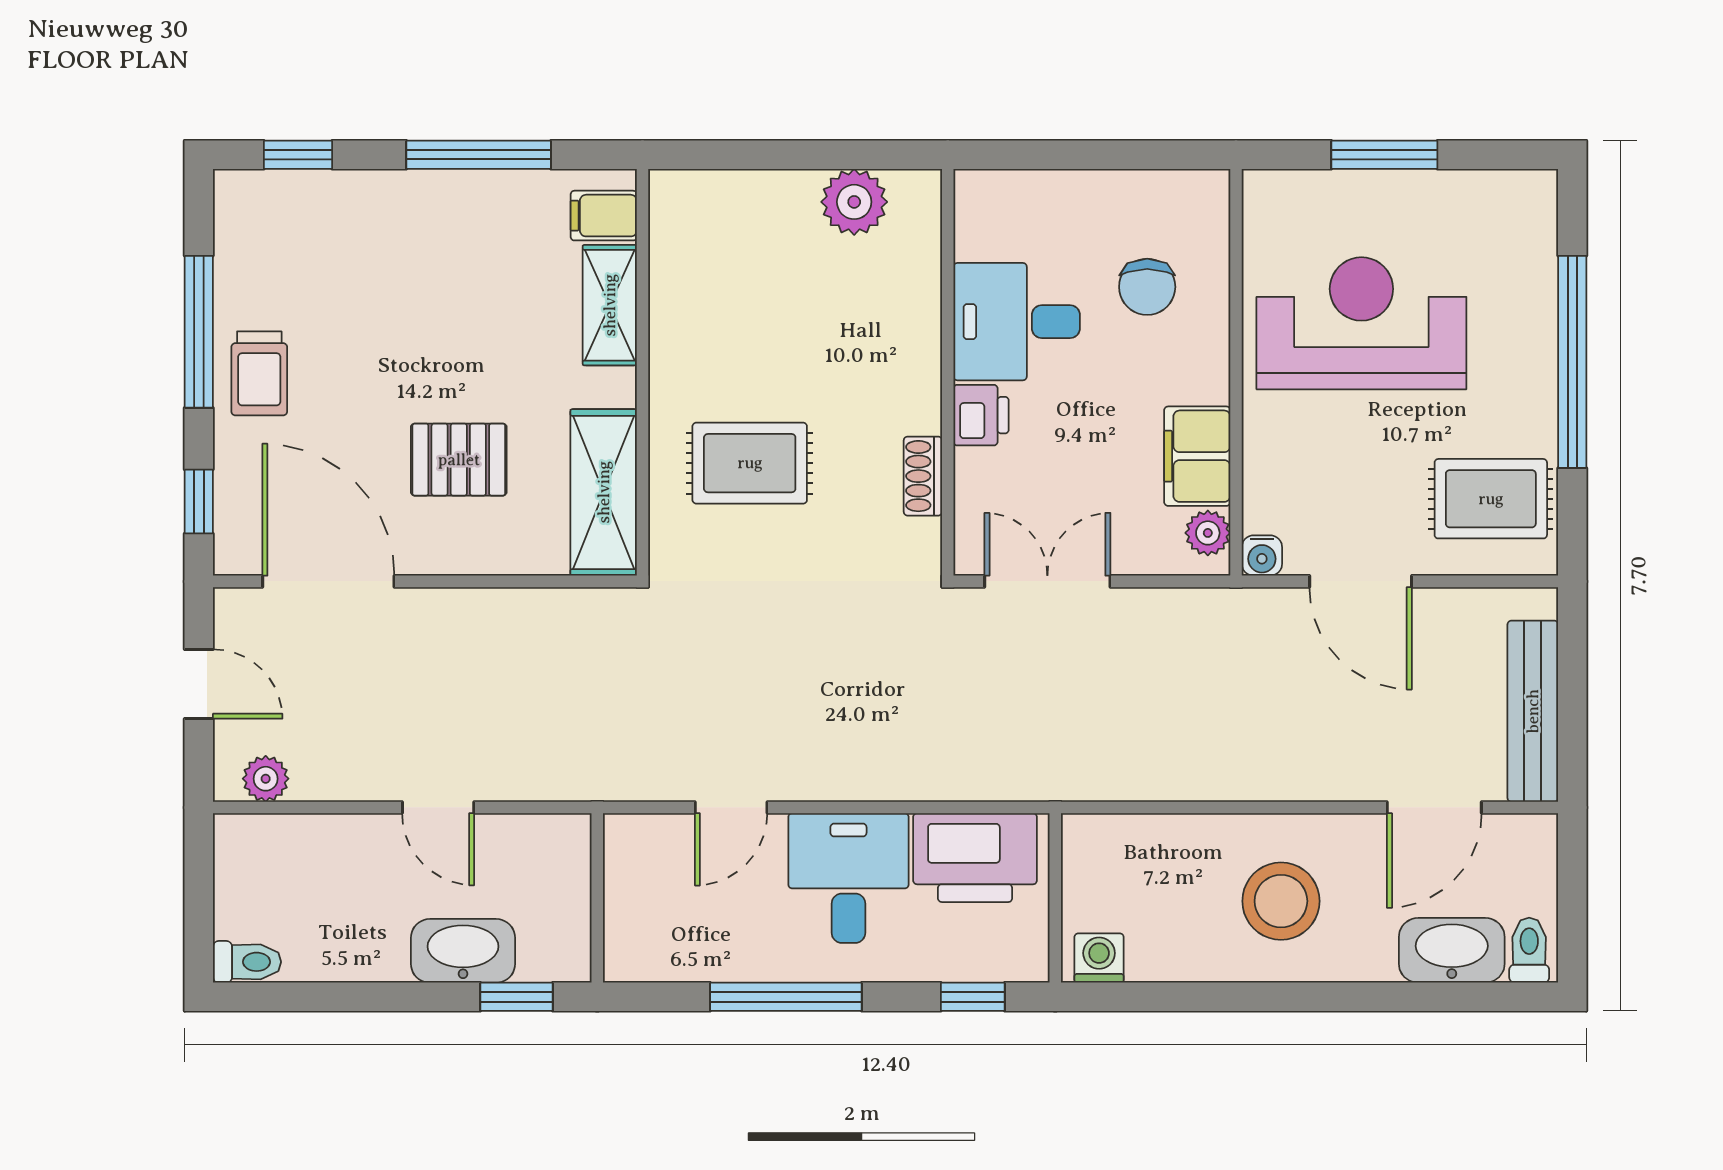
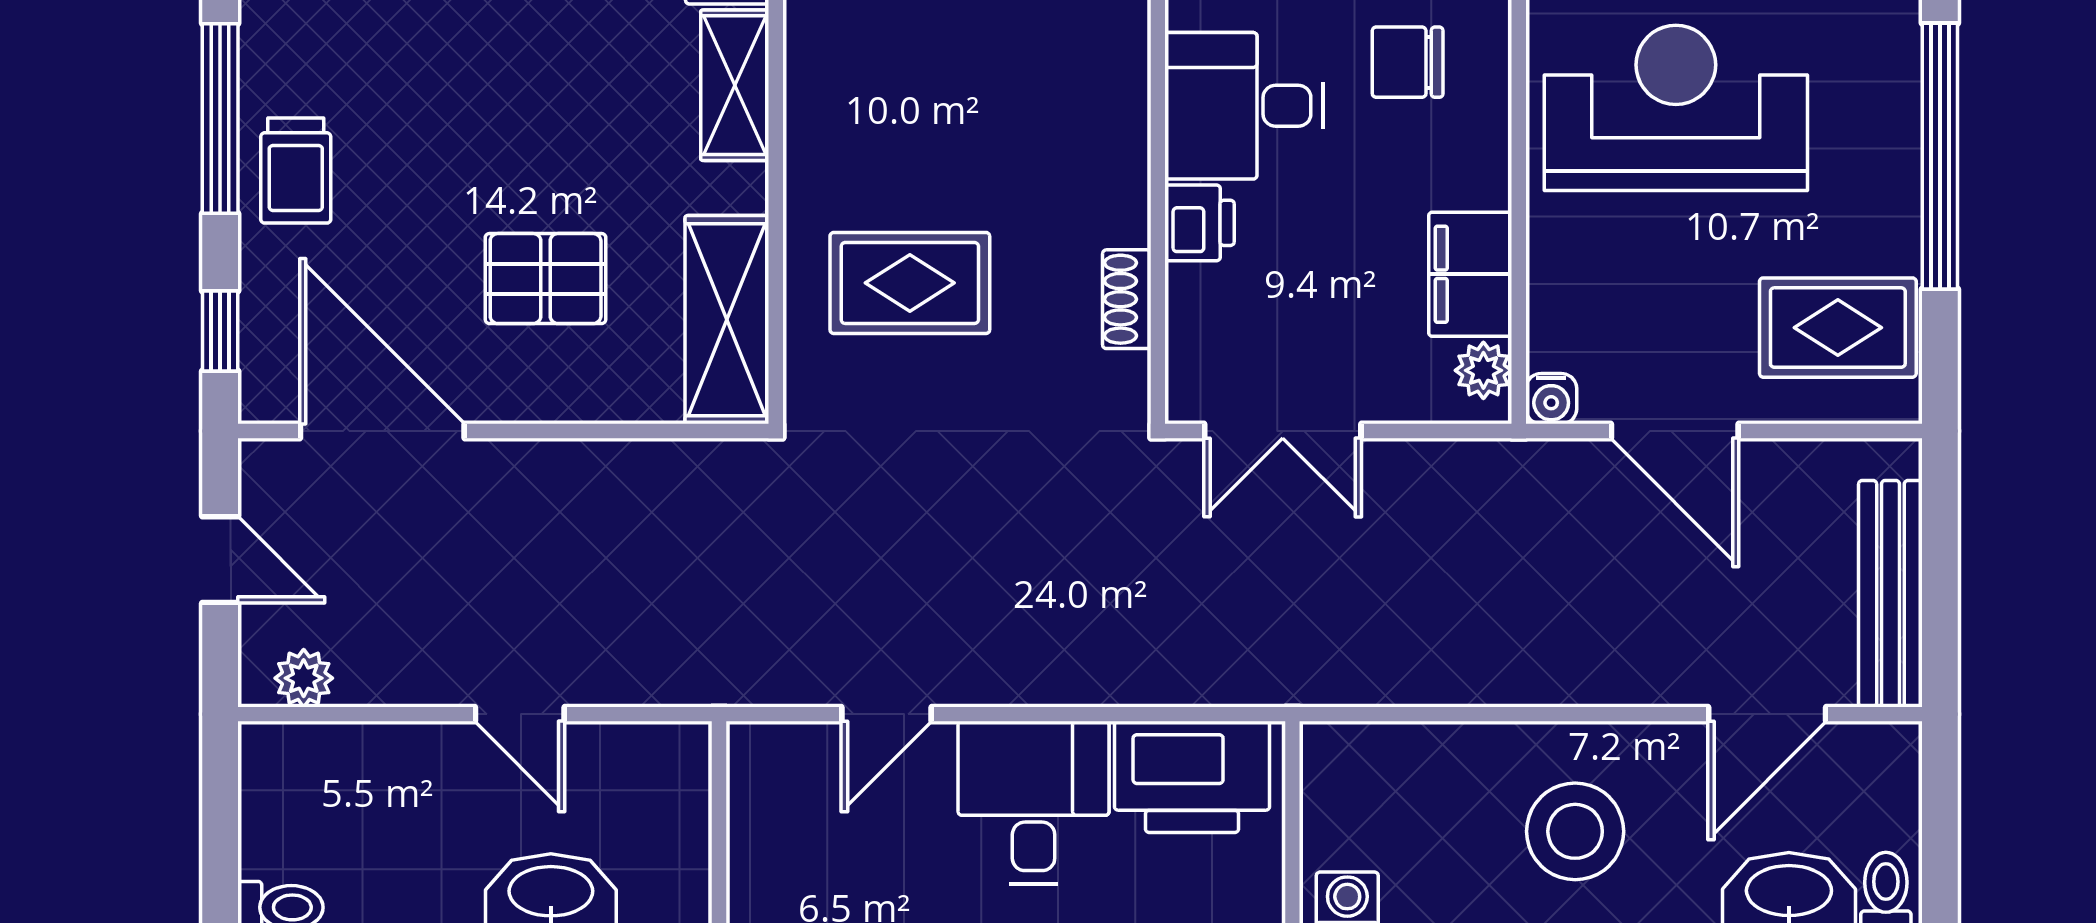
chair: (1147, 287) -> (1408, 62), turned 90
double door: (1047, 581) -> (1283, 431), swing flipped

